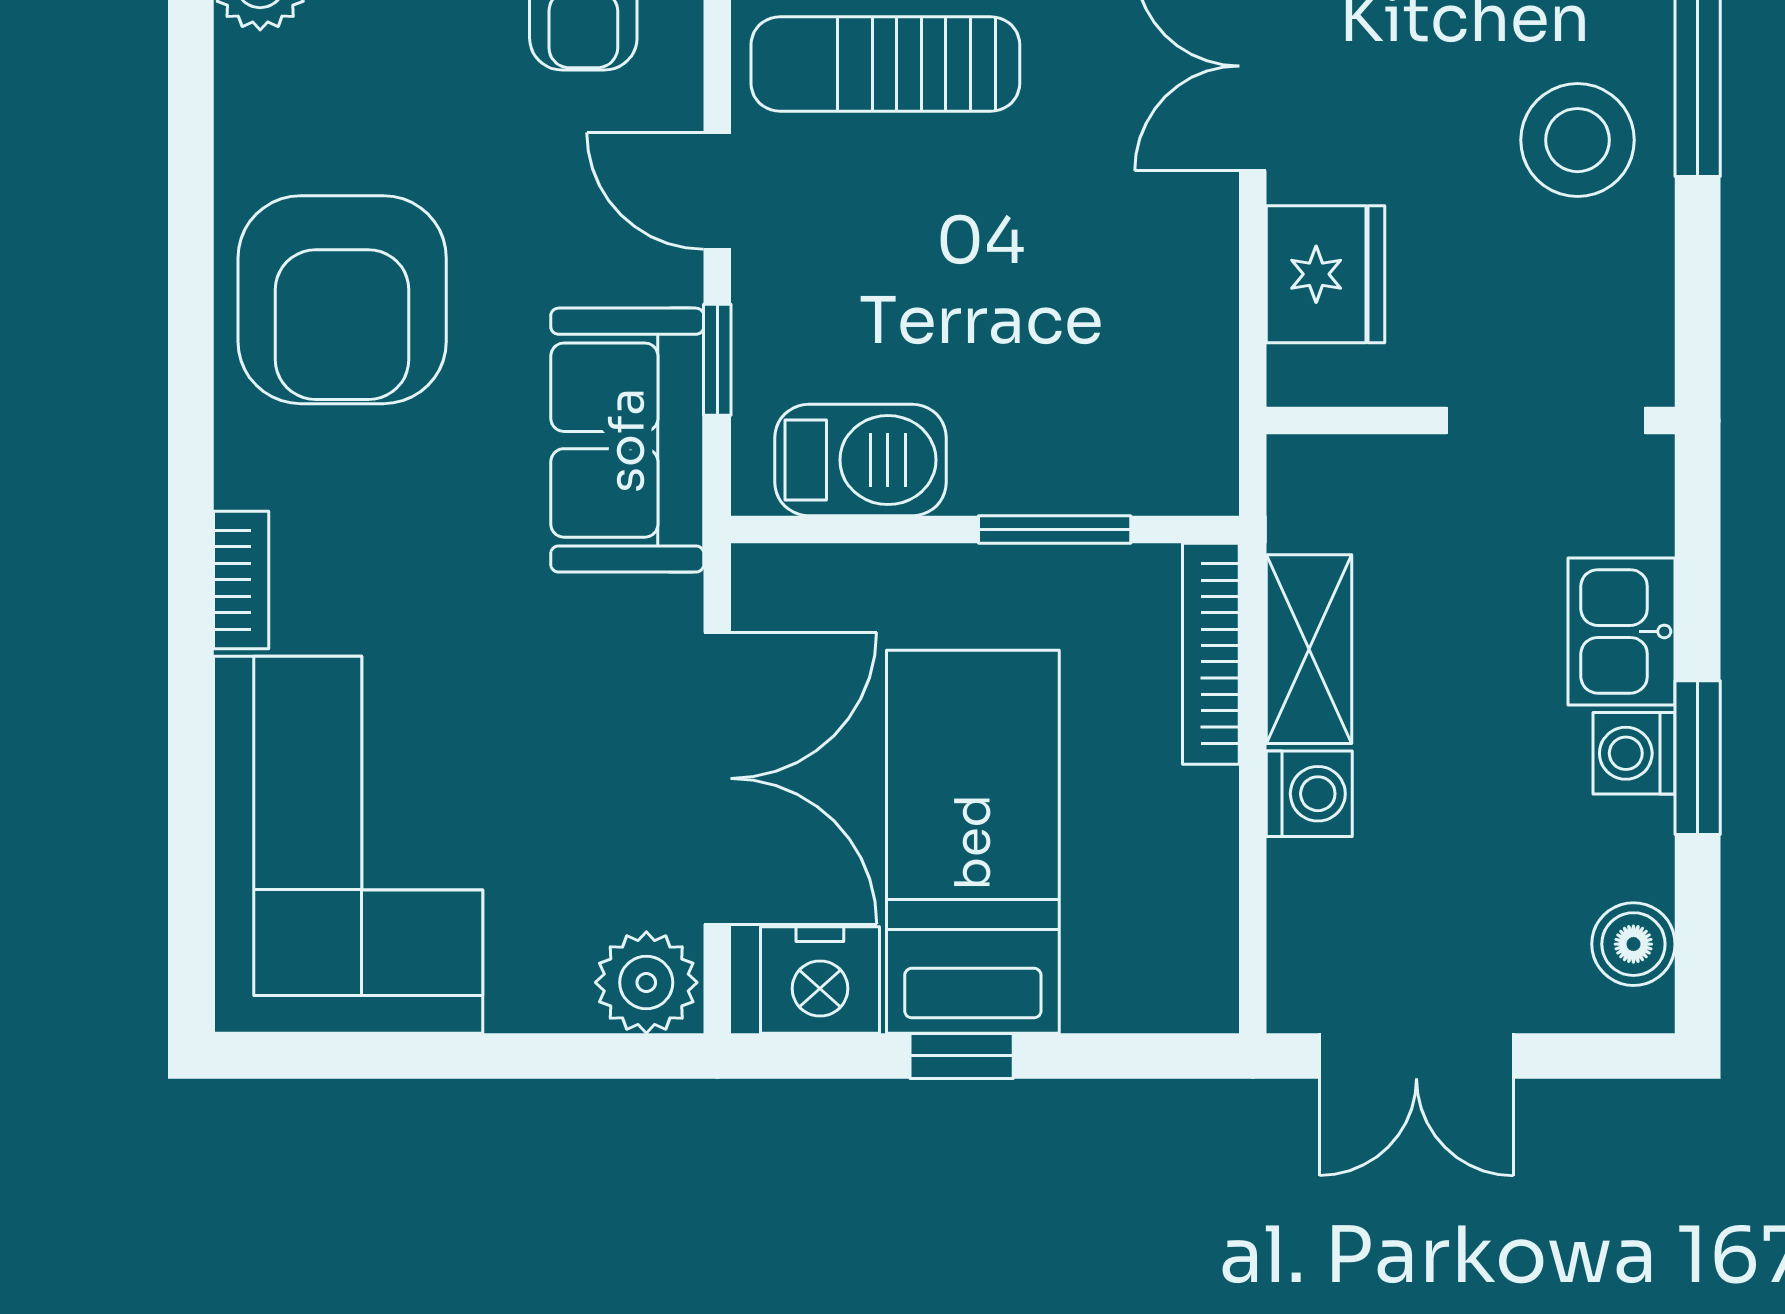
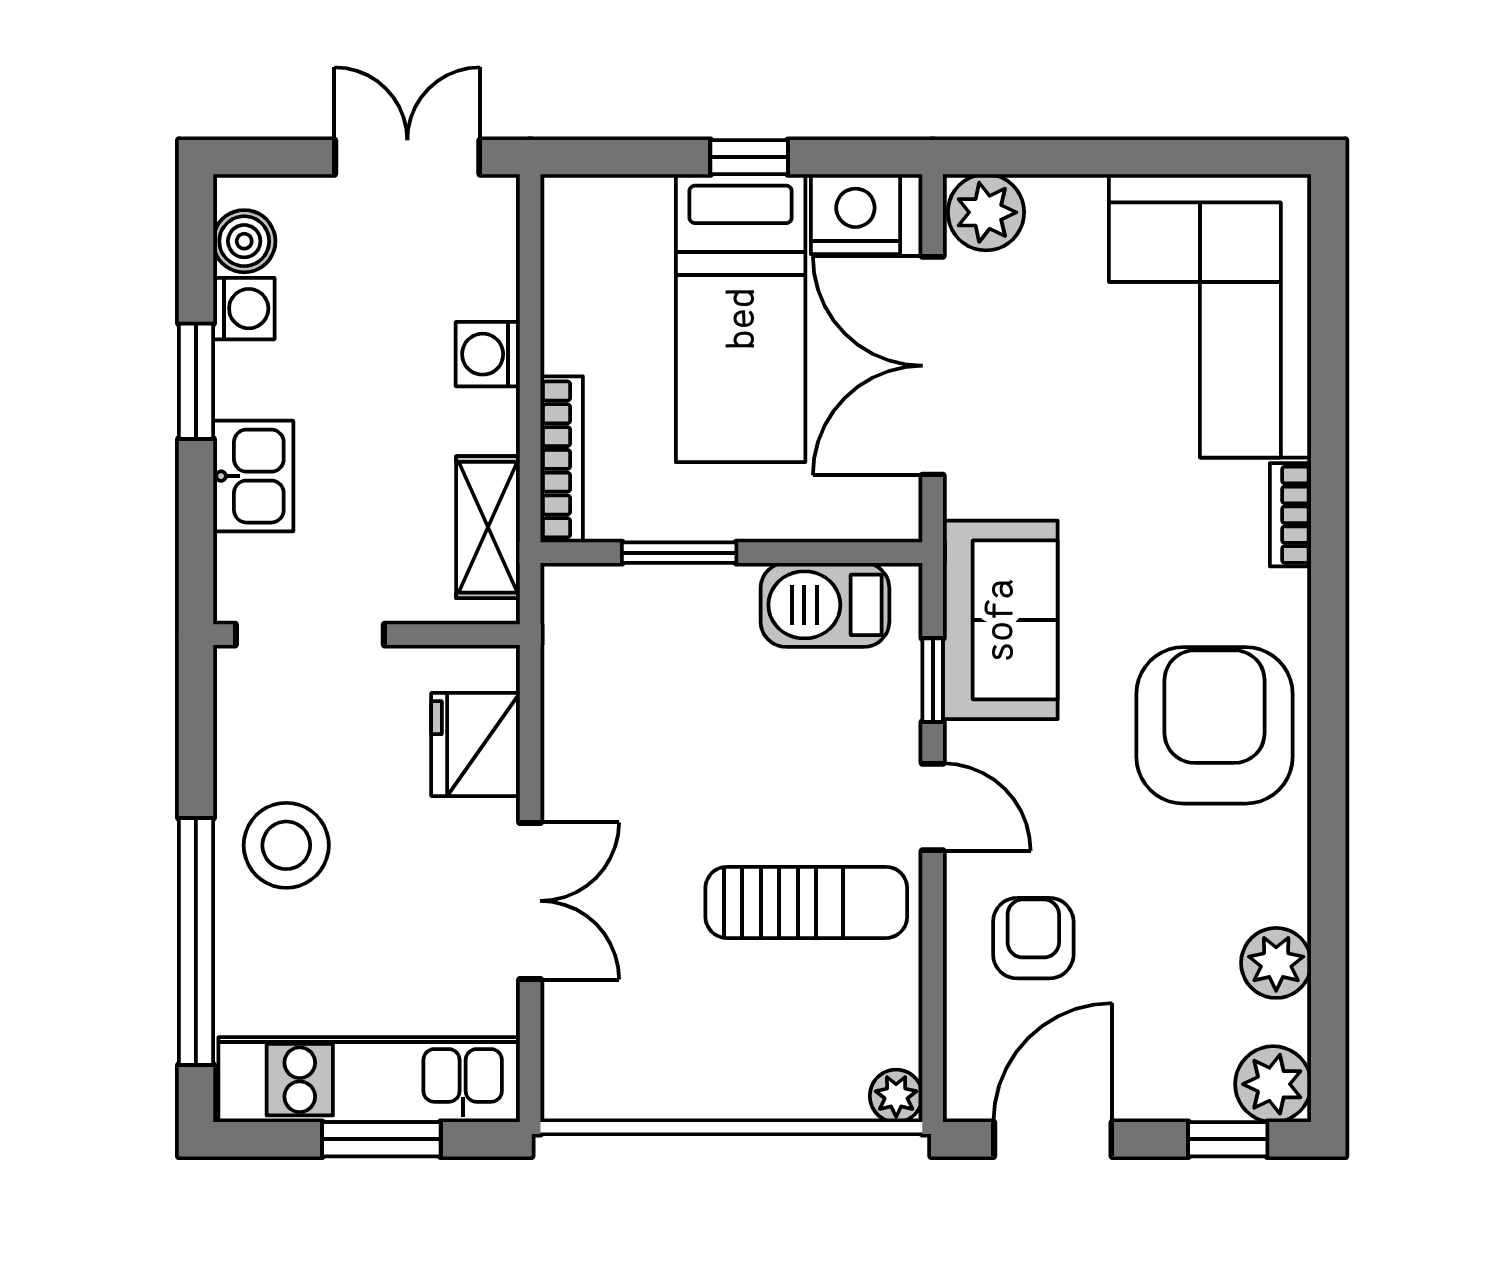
shelving: (1309, 649) -> (488, 527), moved
washing machine: (1634, 753) -> (244, 309), moved

